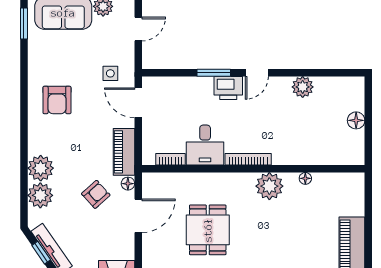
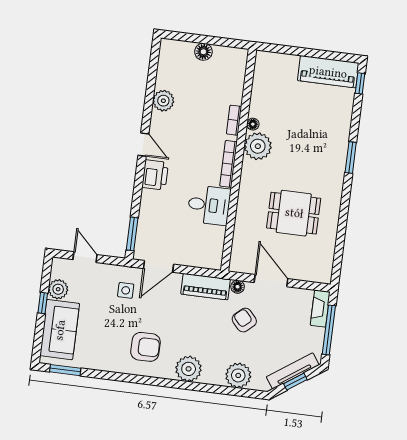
window: (214, 73) -> (132, 234), moved
bookcase: (170, 159) -> (234, 120), moved
plant: (41, 168) -> (189, 369), moved
floor lamp: (305, 178) -> (253, 124), moved

